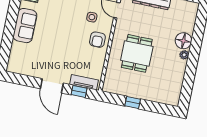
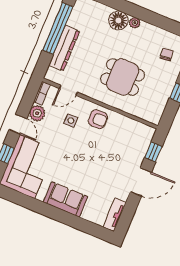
tv unit: (84, 82) -> (115, 215), moved
chair: (163, 87) -> (167, 54), added

